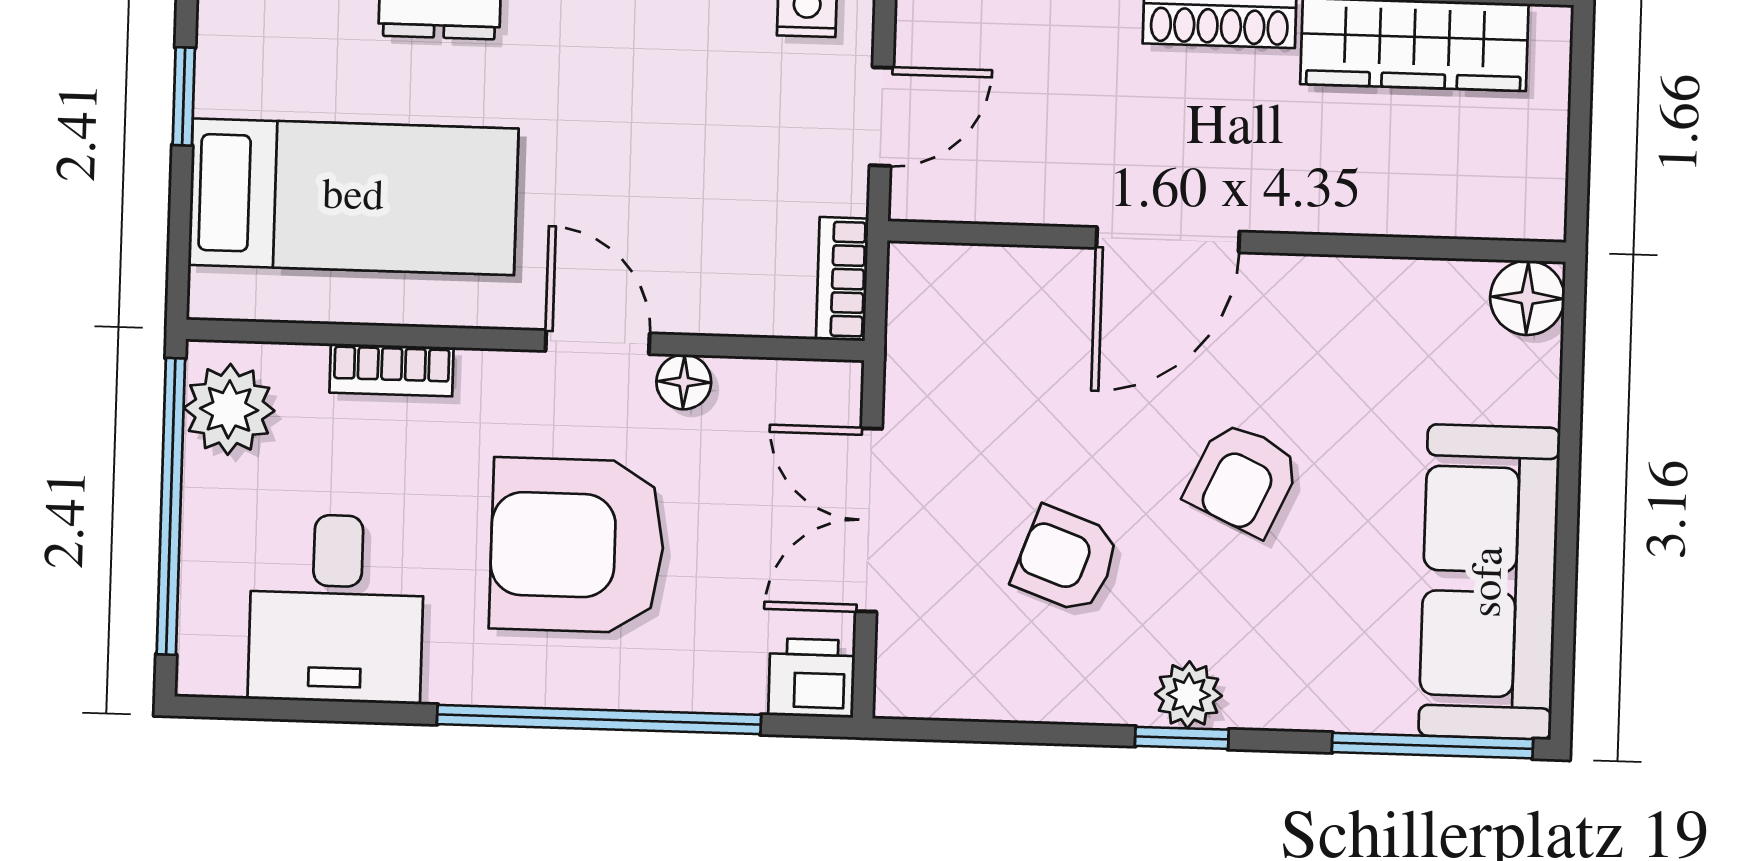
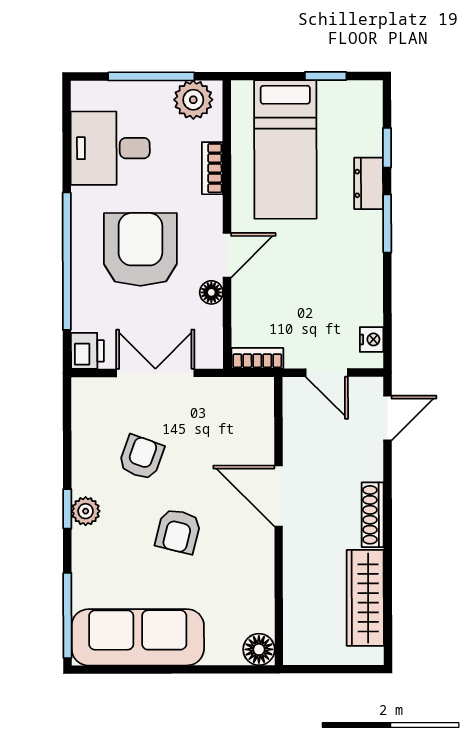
armchair: (1243, 479) -> (178, 531), turned -101
window: (171, 506) -> (151, 76), width x0.68

